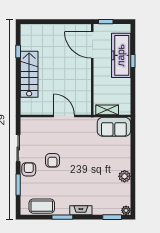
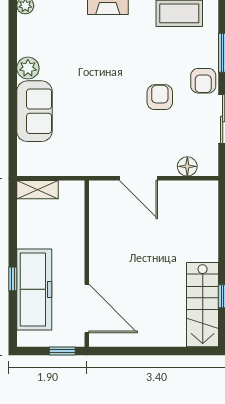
stairs: (29, 74) -> (203, 305), moved
shelving: (107, 110) -> (37, 190), moved
floor lamp: (37, 123) -> (187, 166), added
sofa: (114, 127) -> (34, 111), moved, turned 90

